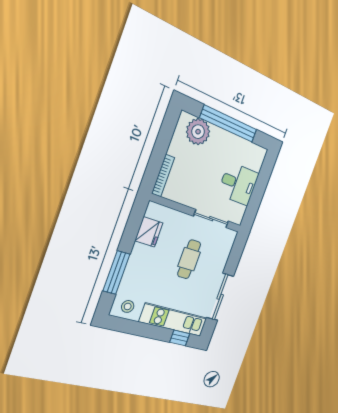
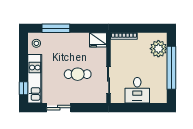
fridge: (149, 232) -> (98, 40), moved
sliding door: (220, 297) -> (59, 108), width x0.73

